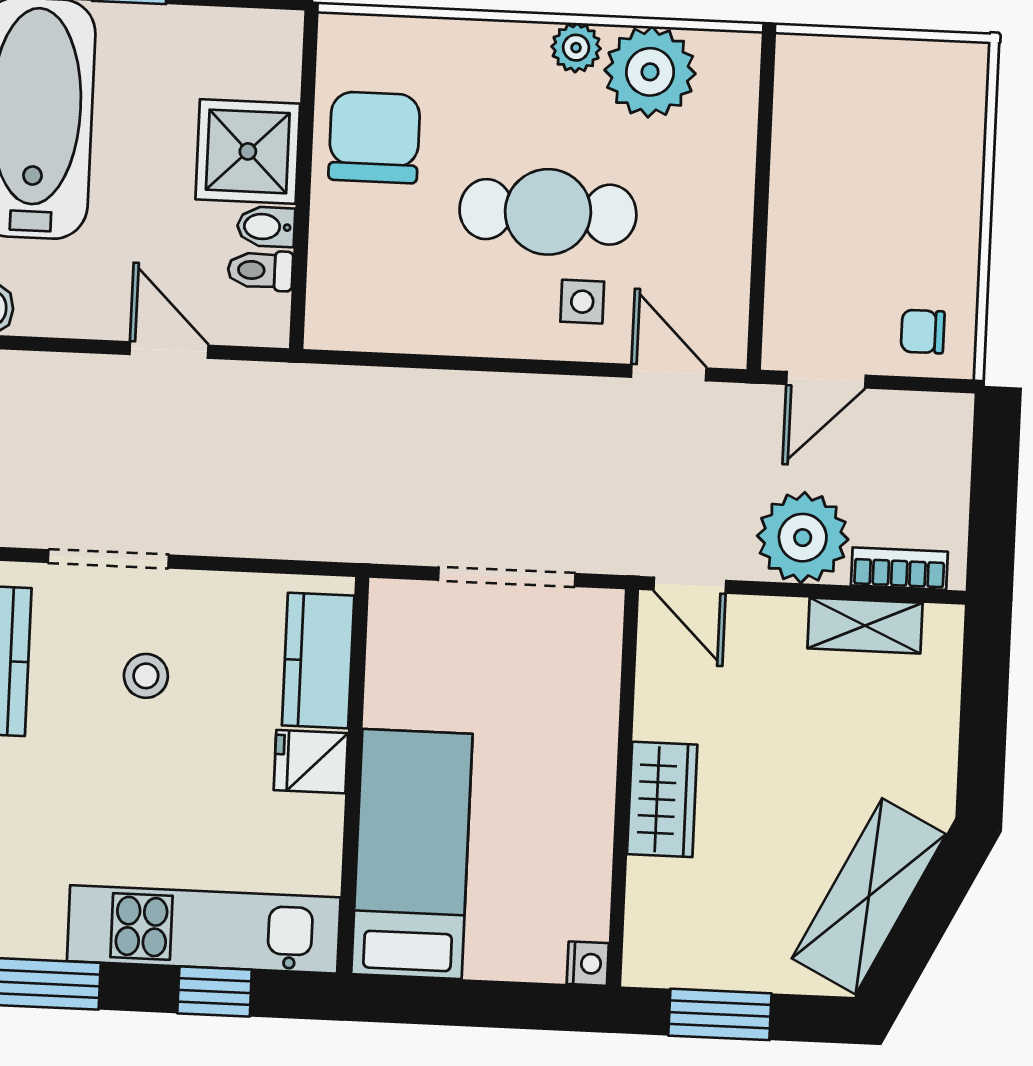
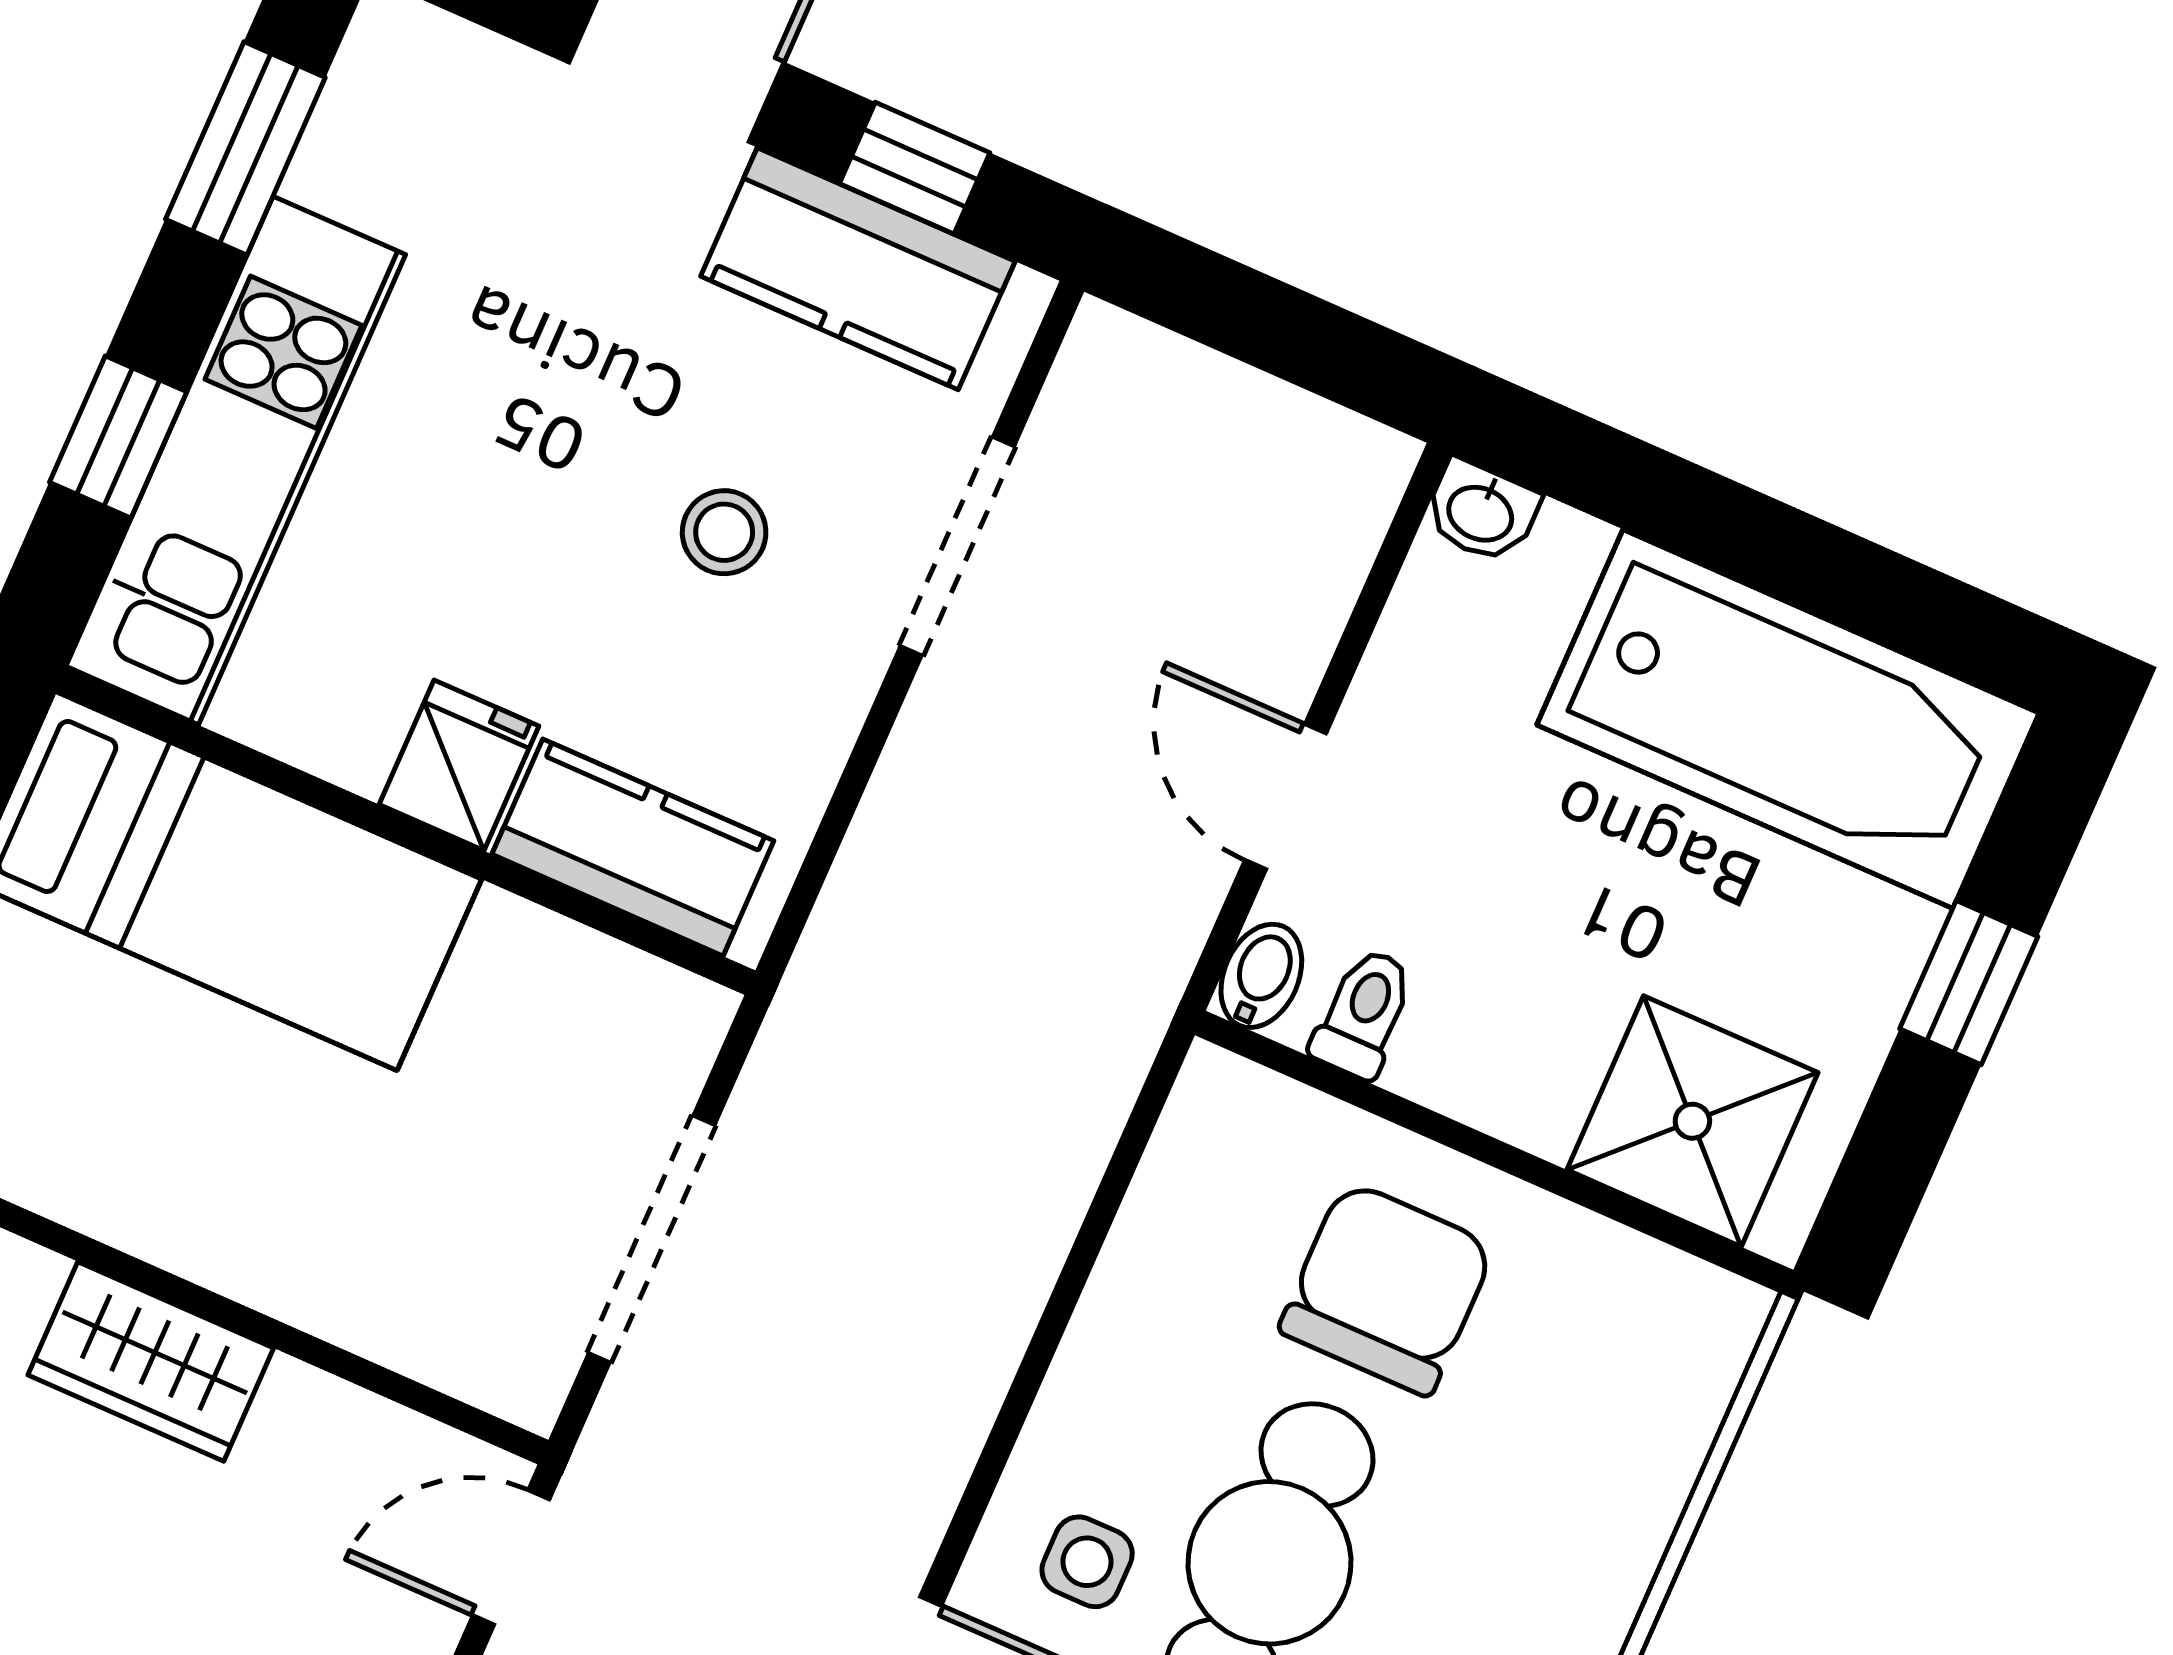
chair: (374, 137) -> (1387, 1288), moved, turned -90
shower: (248, 151) -> (1692, 1121), moved
bidet: (266, 227) -> (1261, 976), moved
door: (169, 350) -> (1285, 797), swing flipped

